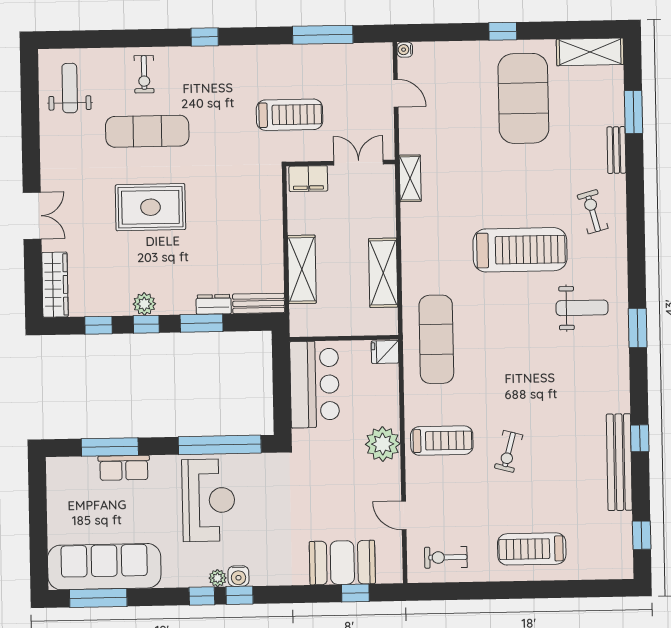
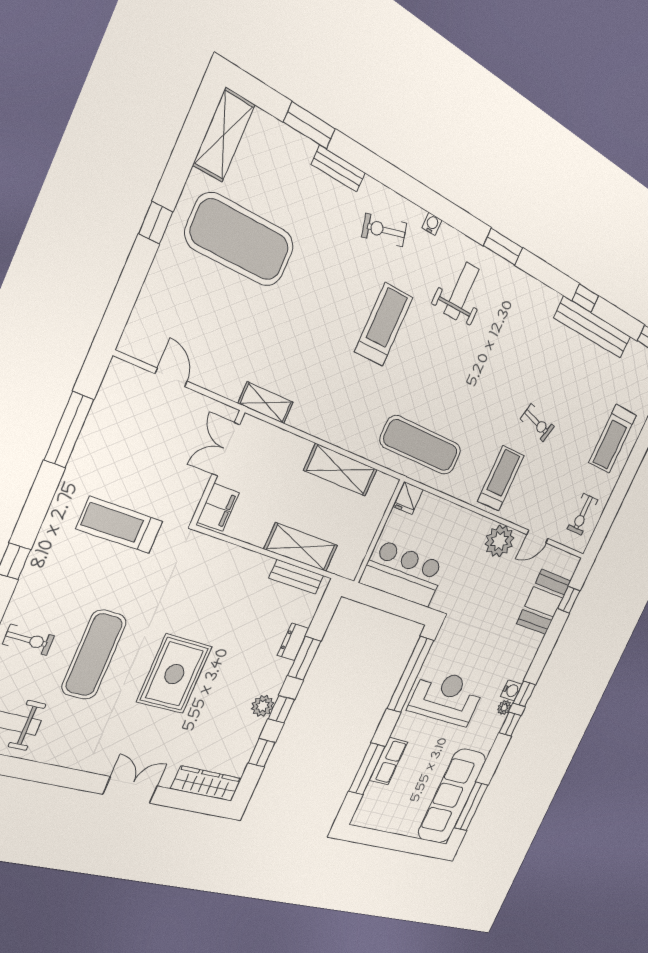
water cooler: (405, 50) -> (432, 224), moved, turned 180
door: (396, 93) -> (171, 378), hinge flipped
treadmill: (290, 115) -> (120, 525), moved, turned -90
treadmill: (520, 250) -> (384, 324), width x0.73, depth x0.73
bench: (259, 303) -> (296, 577), moved, turned 90
plant: (383, 444) -> (500, 541), moved

